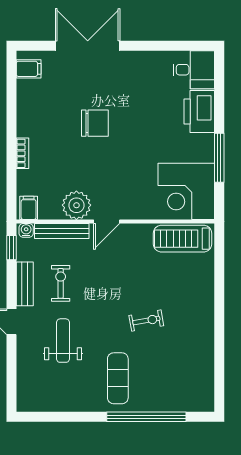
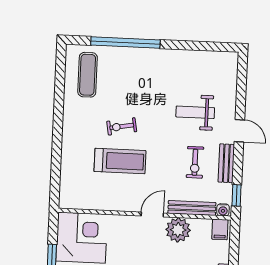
treadmill: (183, 239) -> (120, 161), moved
weight bench: (63, 341) -> (195, 112), turned 90
exercise mat: (118, 378) -> (88, 75), moved

